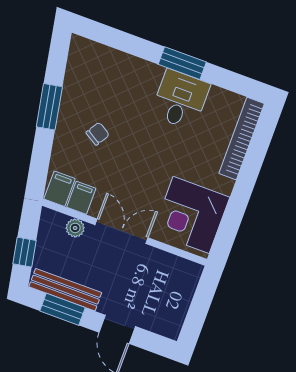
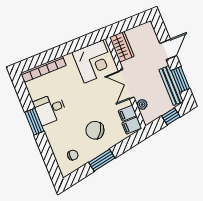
chair: (91, 74) -> (73, 155), added
chair: (98, 134) -> (95, 130), width x1.87, depth x1.87
wardrobe: (177, 271) -> (122, 47), added

